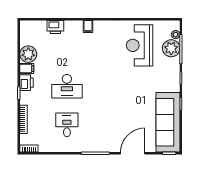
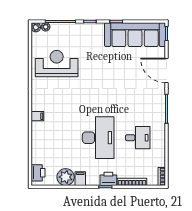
printer: (55, 27) -> (38, 173), moved
reception desk: (140, 45) -> (57, 64), turned 180
plant: (171, 48) -> (36, 27), moved, width x0.53, depth x0.53
printer: (27, 83) -> (108, 179), moved
desk: (67, 86) -> (98, 138), width x1.36, depth x1.30
desk: (67, 125) -> (138, 138), turned 180

